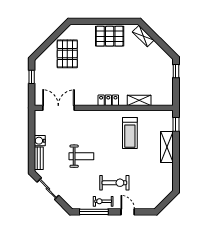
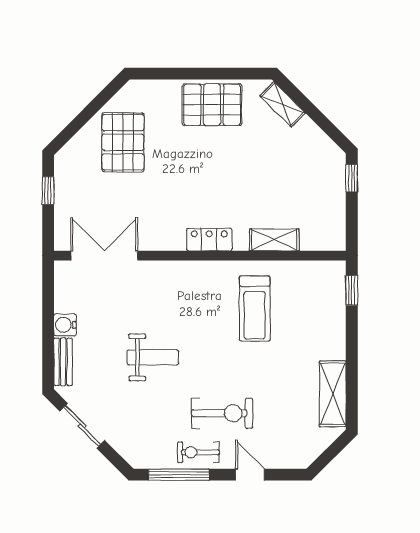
shelving: (167, 147) -> (333, 394), moved

